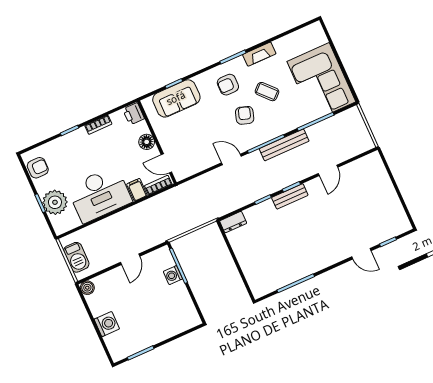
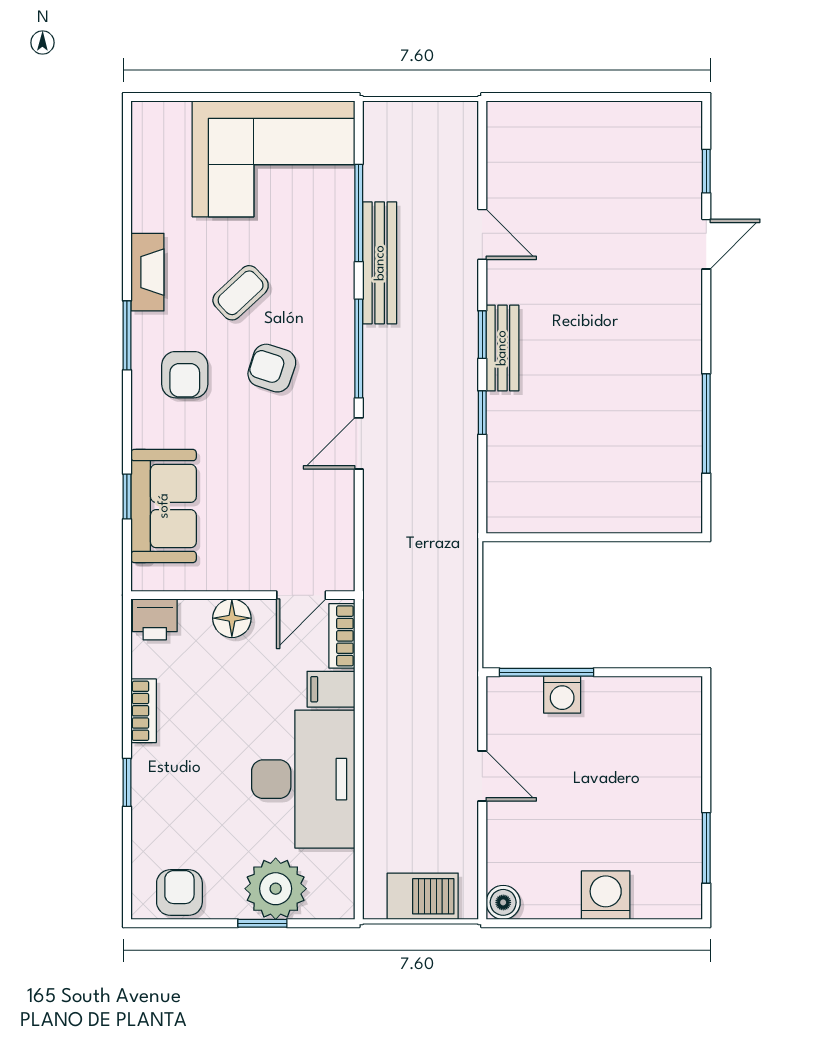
bench: (284, 145) -> (380, 263), moved
dresser: (233, 222) -> (503, 503), removed

